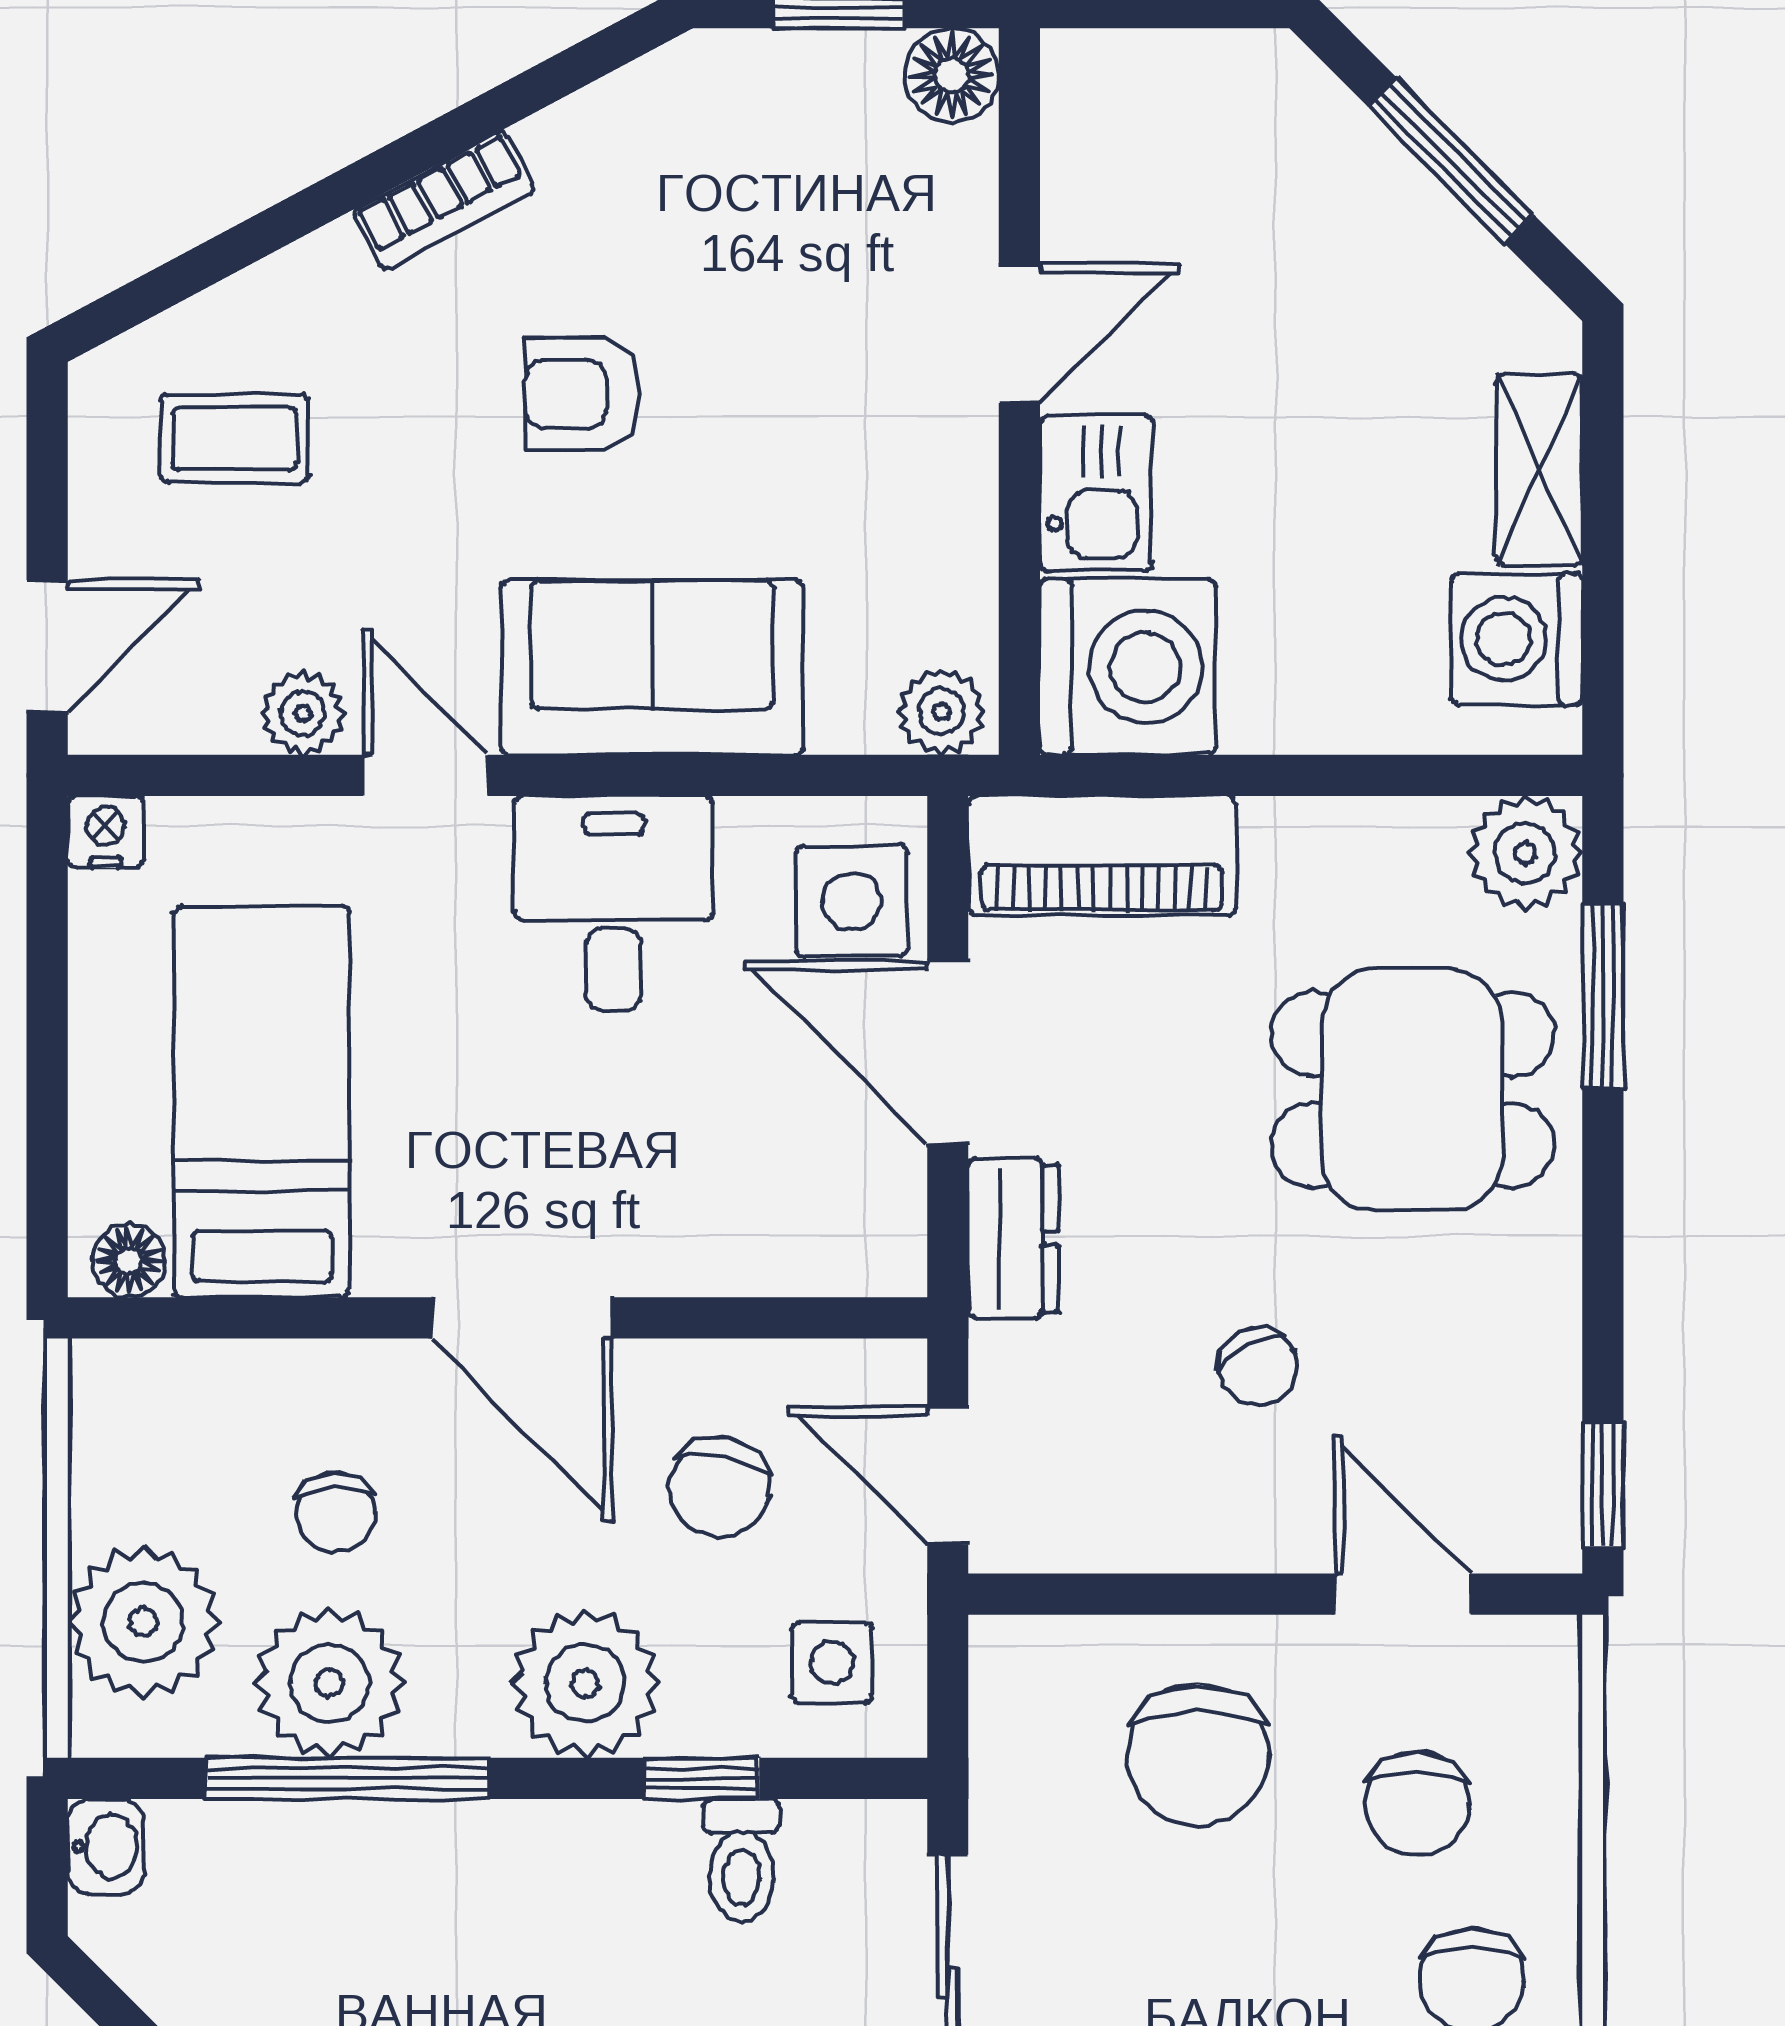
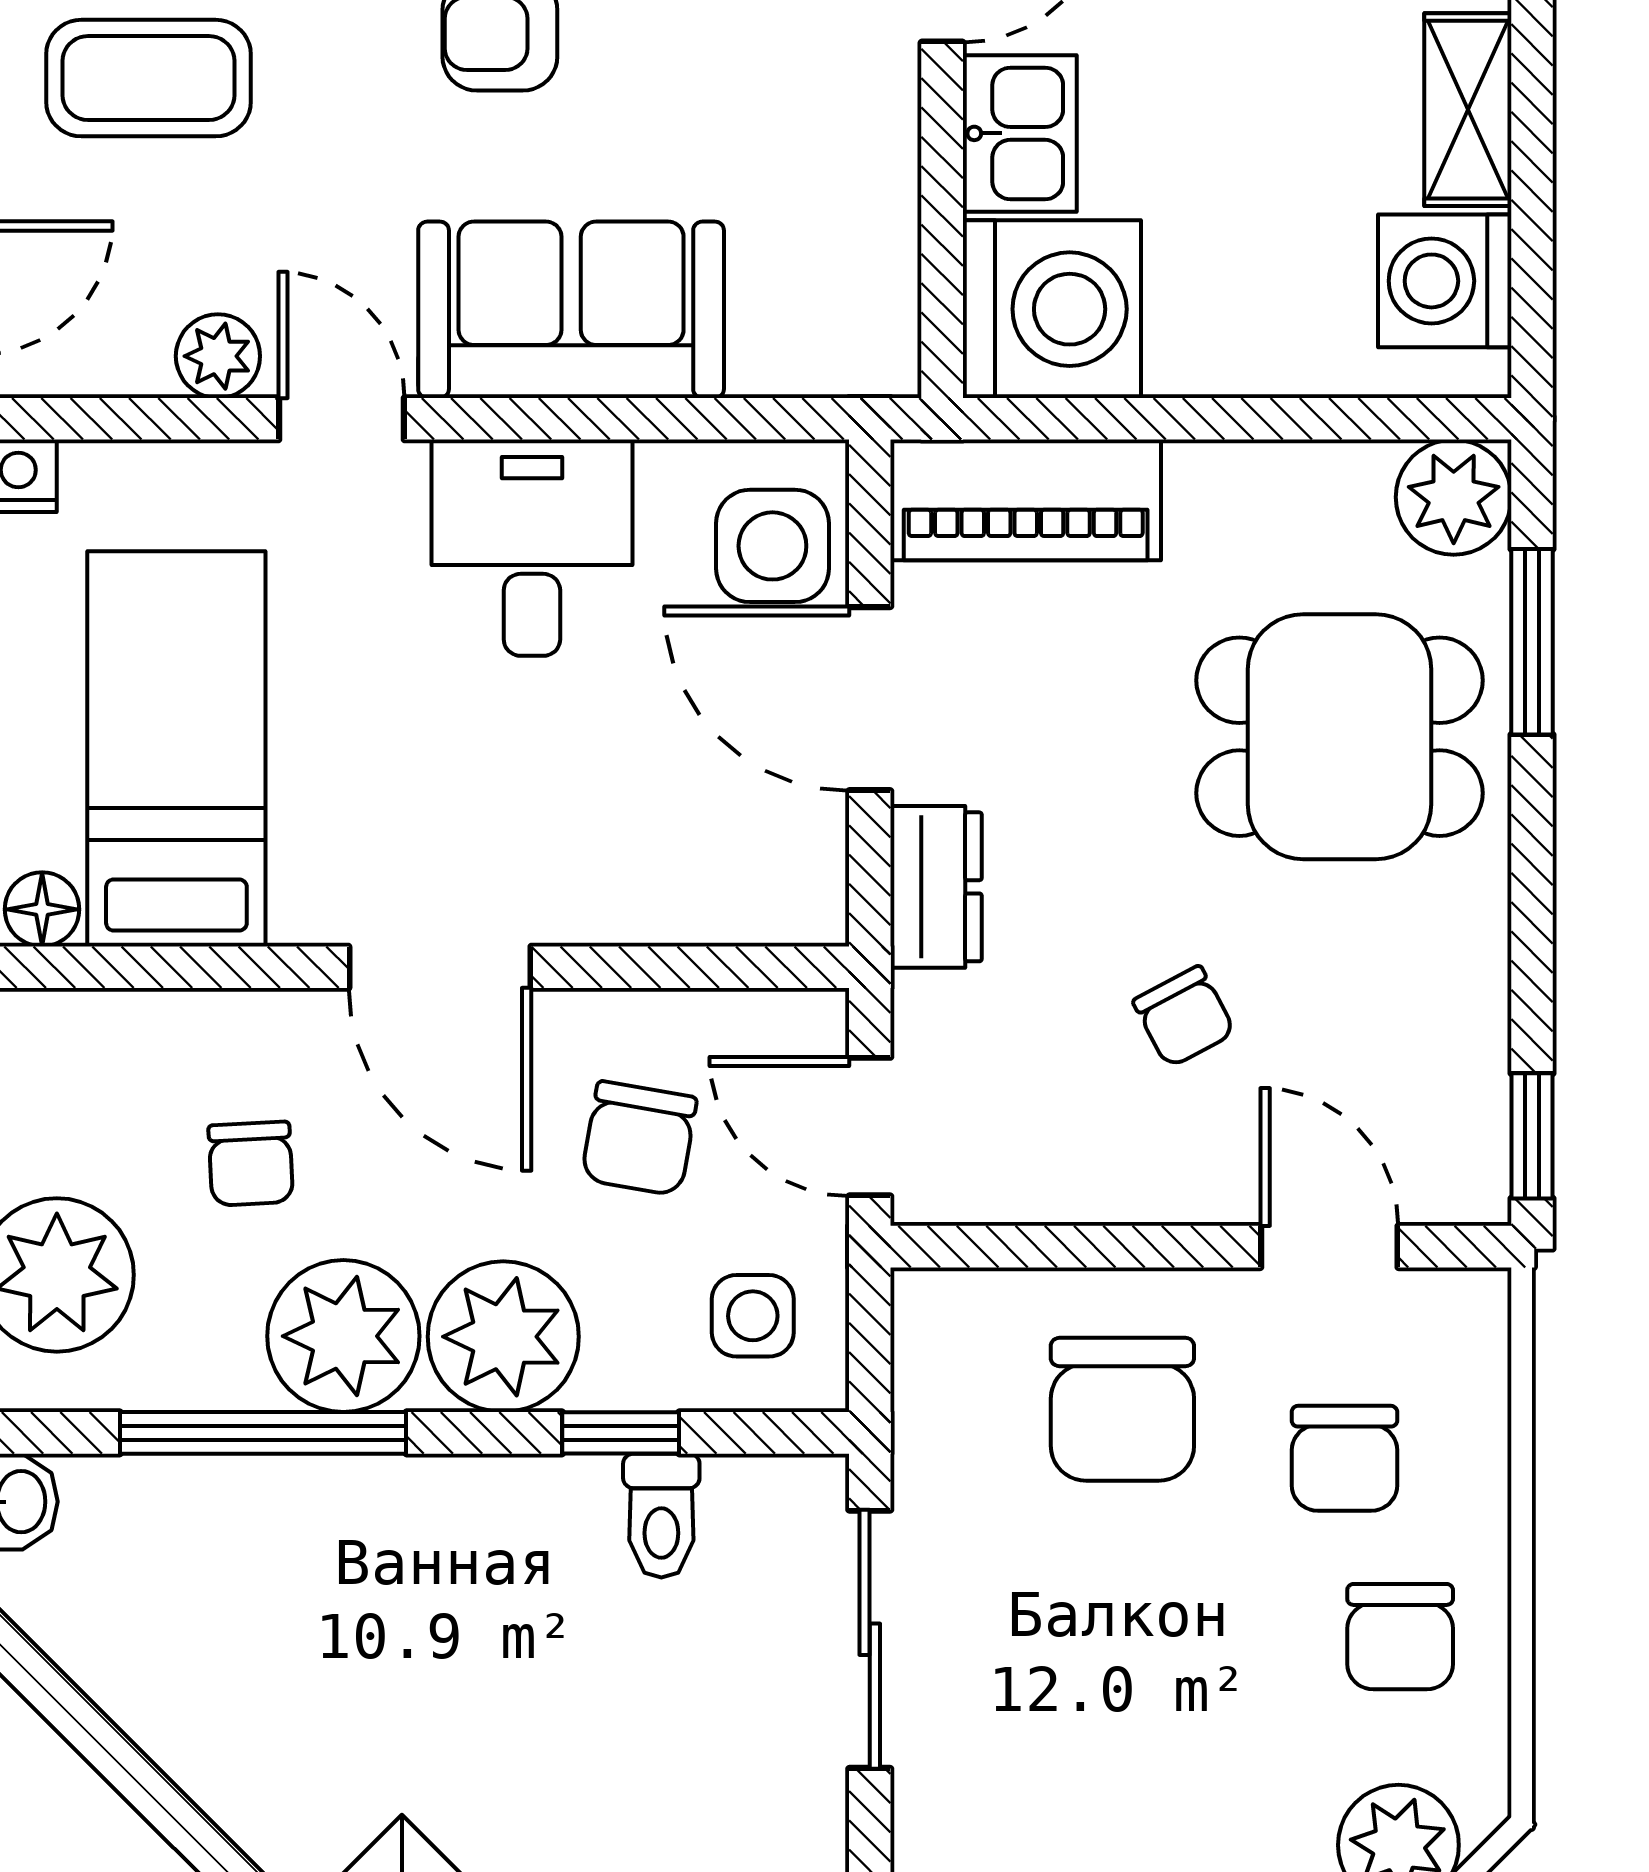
coffee table: (234, 438) -> (149, 78), width x1.36, depth x1.30
plant: (941, 712) -> (863, 354), removed
plant: (330, 1683) -> (343, 1336), moved

